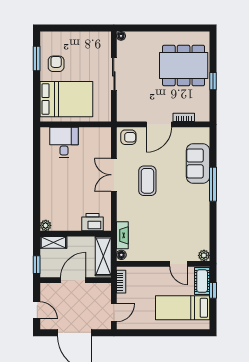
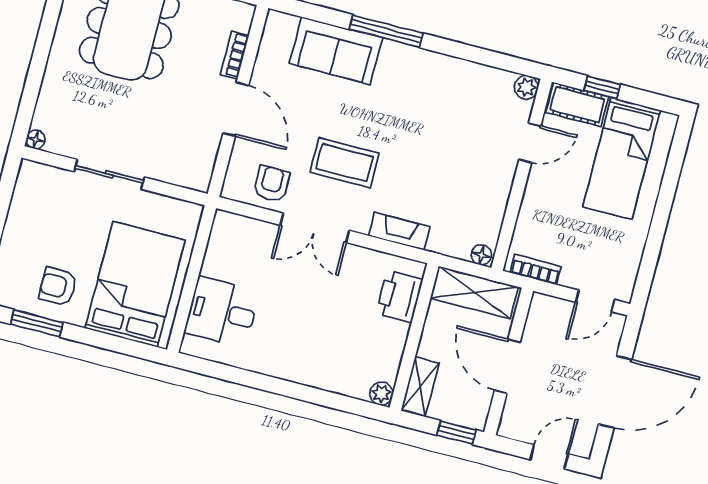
armchair: (128, 137) -> (271, 184), moved
fireplace: (122, 235) -> (399, 231), moved
door: (114, 313) -> (595, 301), swing flipped

